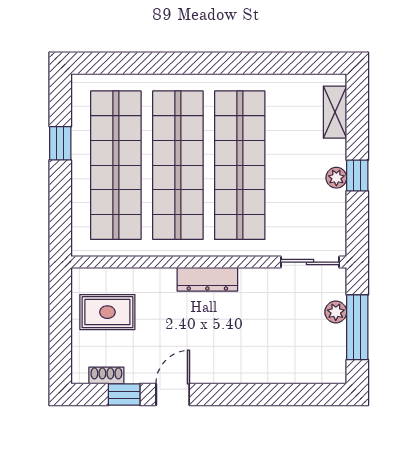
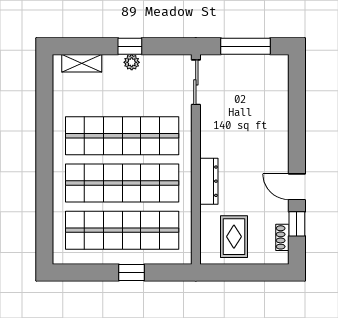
window: (60, 143) -> (131, 272), moved
dresser: (207, 279) -> (209, 181), moved
plant: (336, 312) -> (234, 63), removed

